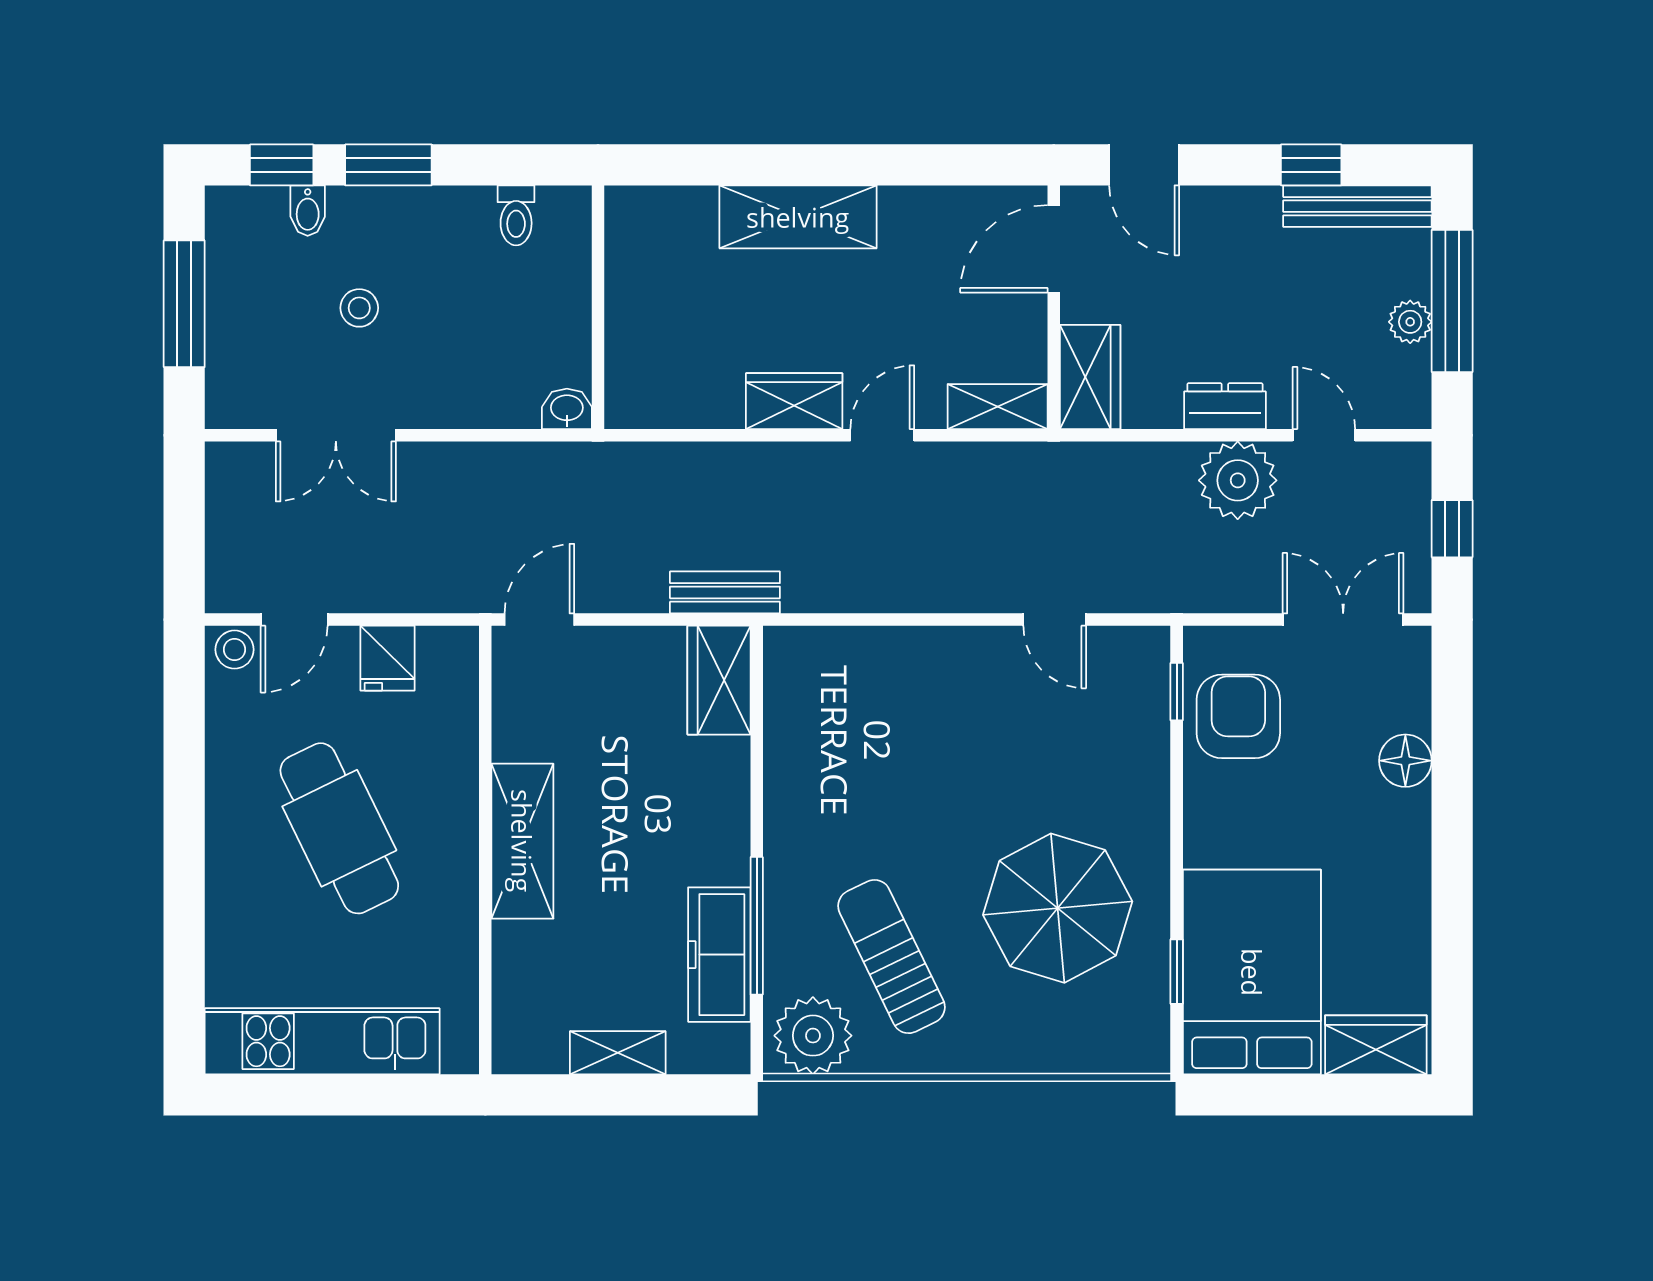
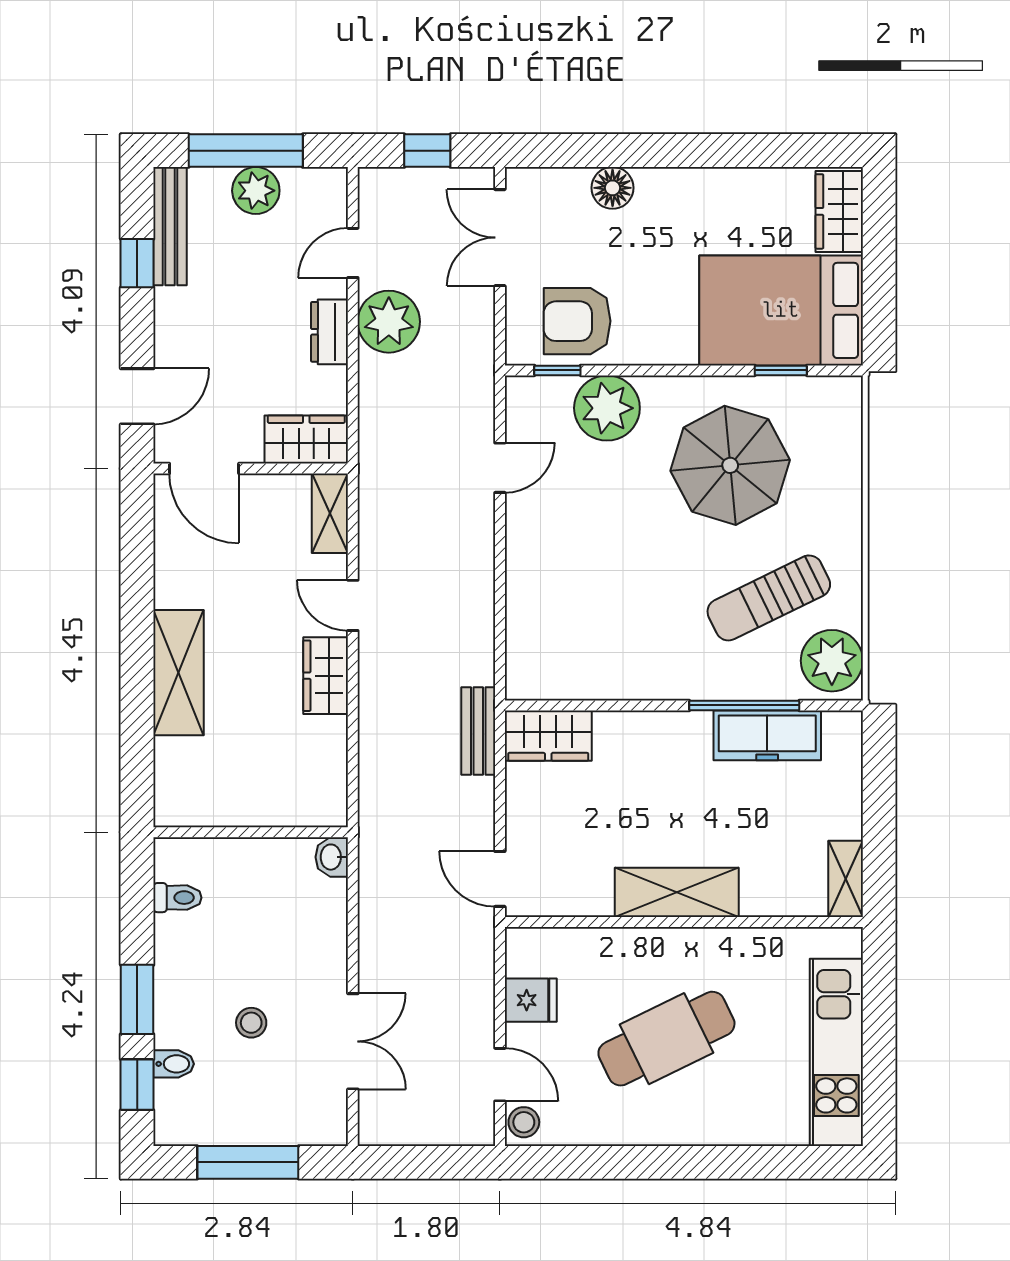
plant: (1410, 322) -> (256, 191), width x1.38, depth x1.38
plant: (1129, 754) -> (607, 408), added
shelving: (618, 1053) -> (846, 879), moved

